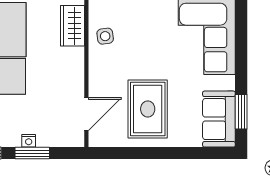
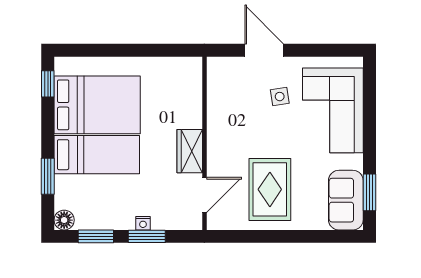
wardrobe: (72, 26) -> (190, 151), moved
side table: (105, 36) -> (280, 97), moved

